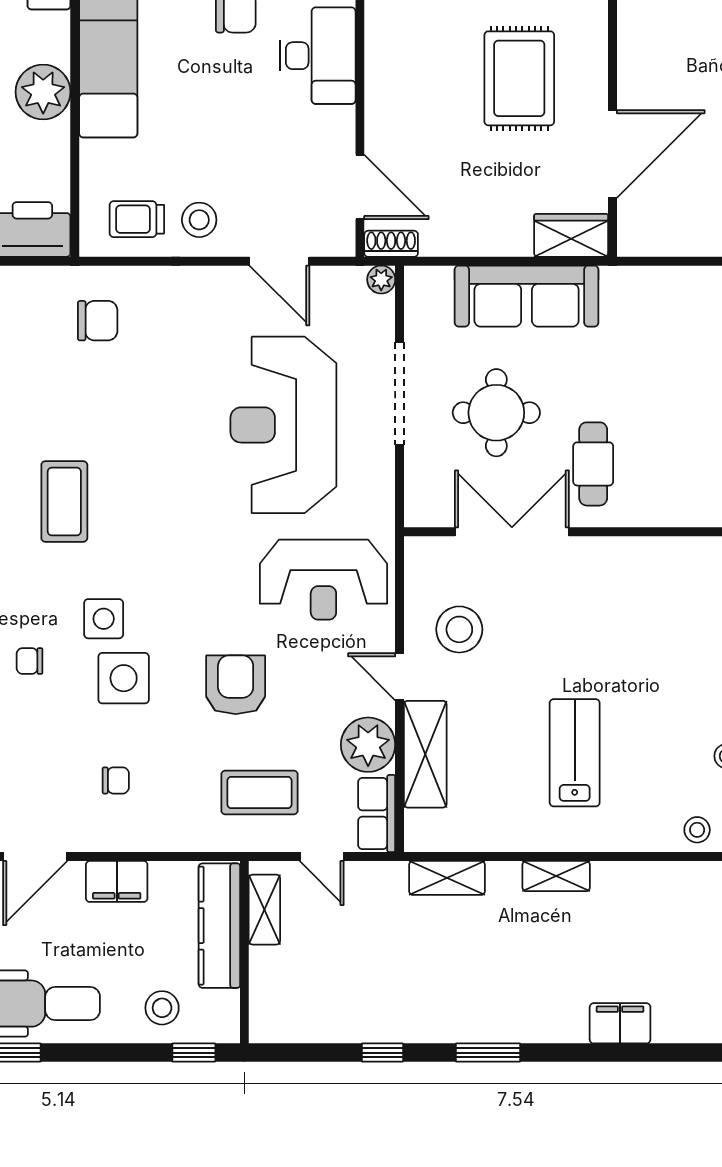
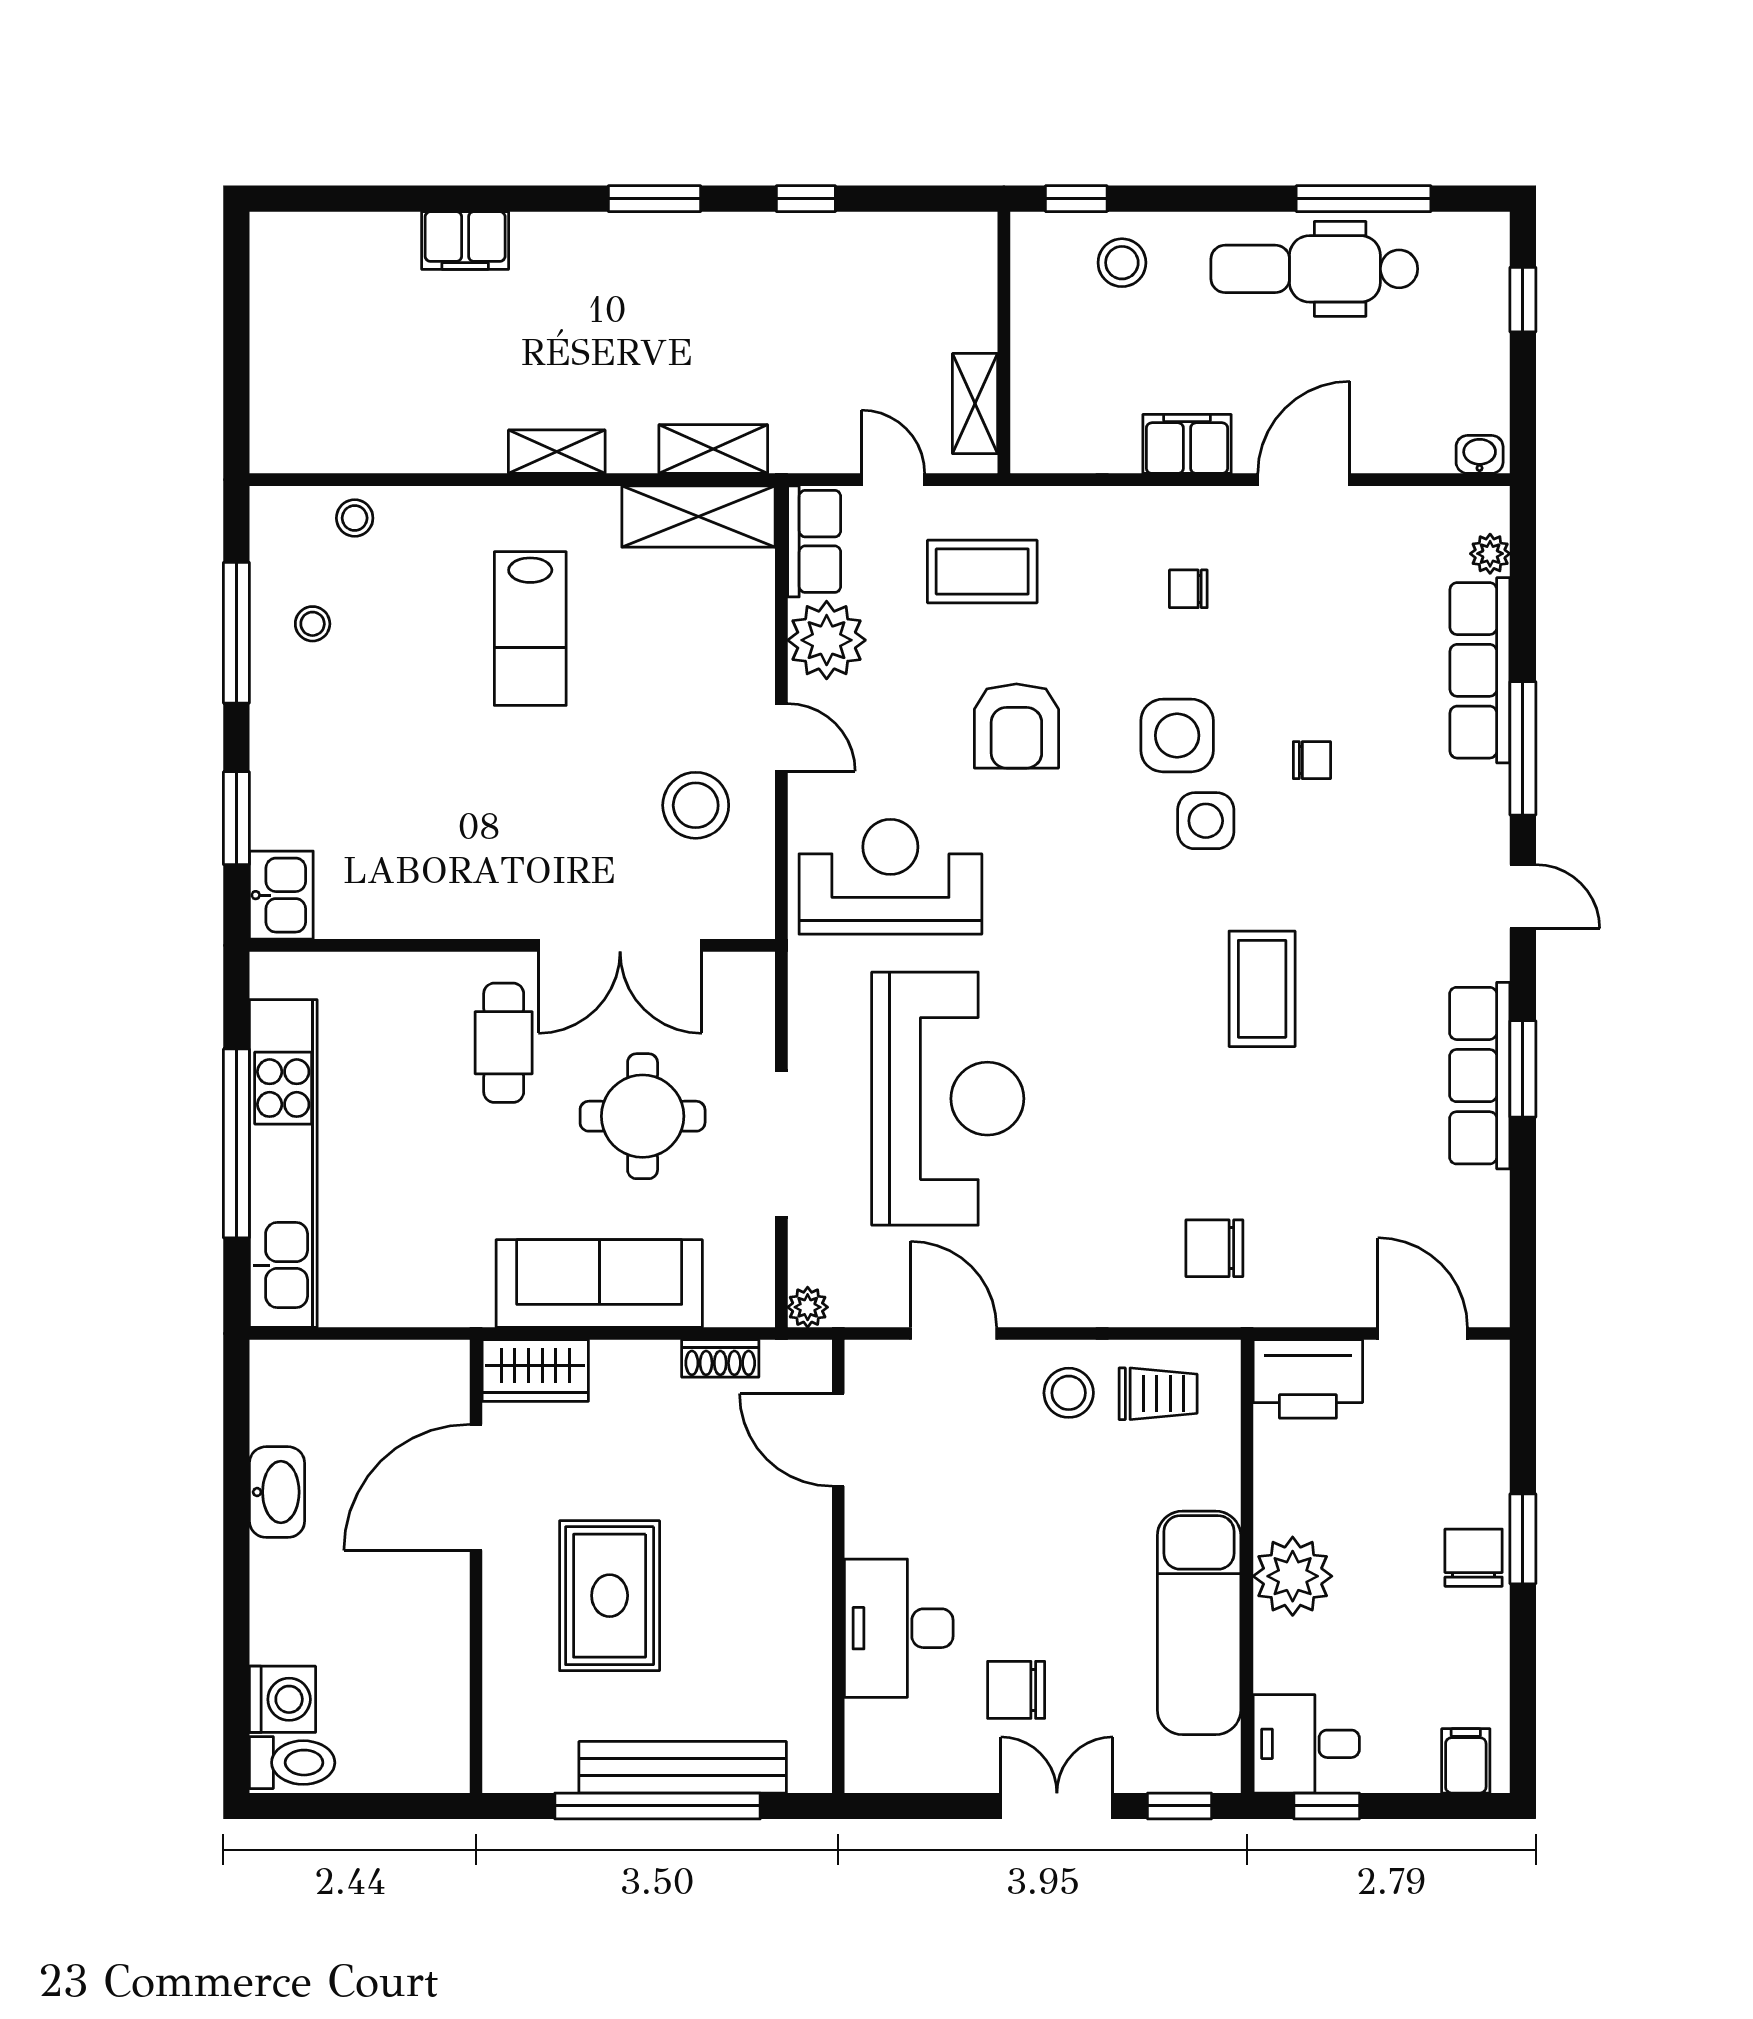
shoe rack: (391, 244) -> (720, 1358), moved
shelving: (425, 754) -> (698, 516), moved, turned 90
kitchen counter: (219, 926) -> (1040, 381), removed

